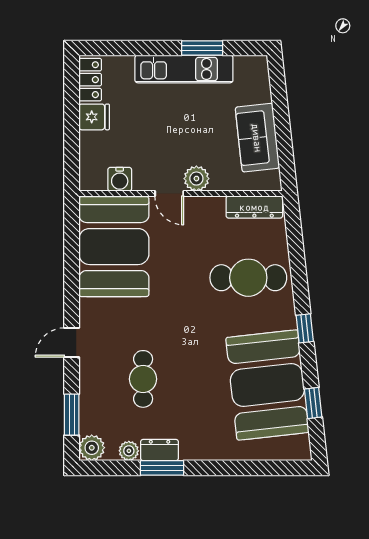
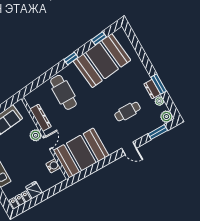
dresser: (254, 207) -> (41, 118), moved

